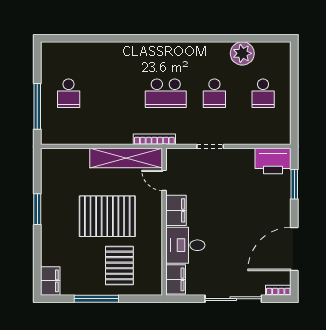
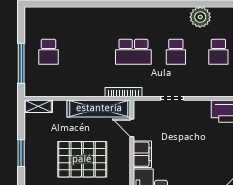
shelving: (57, 155) -> (38, 106), added

